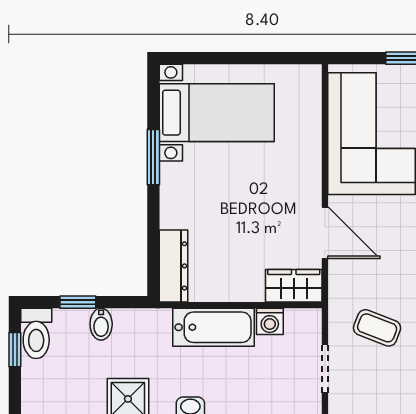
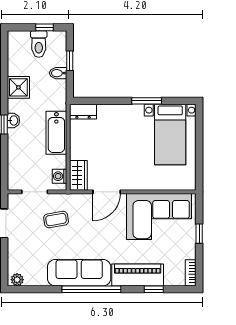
dresser: (173, 266) -> (83, 112), width x0.70
washing machine: (270, 321) -> (59, 176), moved
coffee table: (377, 328) -> (56, 220), turned 59
toilet: (36, 333) -> (39, 44), moved, turned -90

